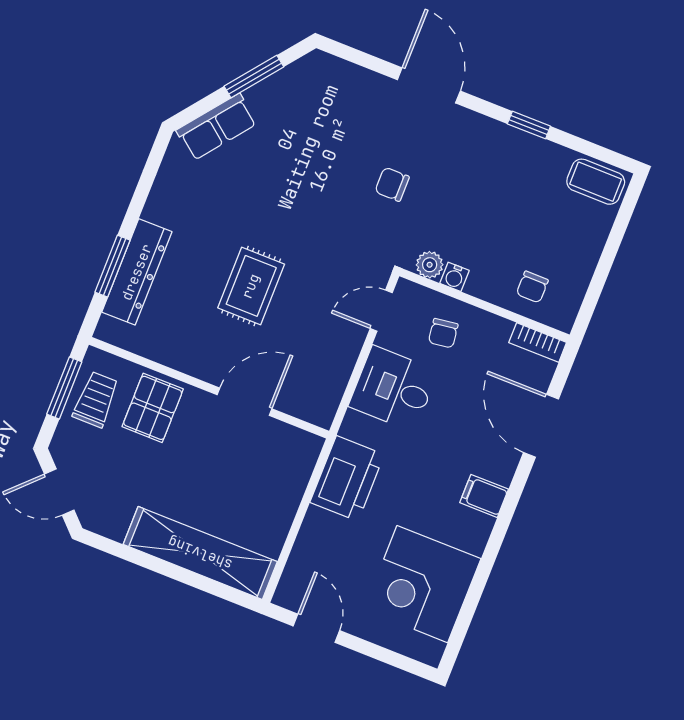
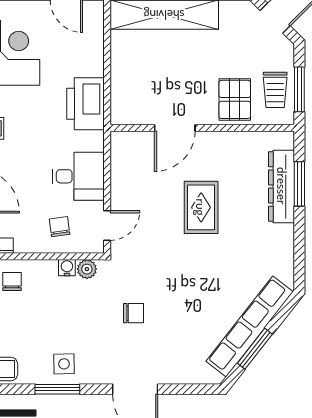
window: (529, 125) -> (57, 389), width x1.50
row of seats: (217, 127) -> (250, 327), width x2.02
side table: (507, 154) -> (64, 364), added

